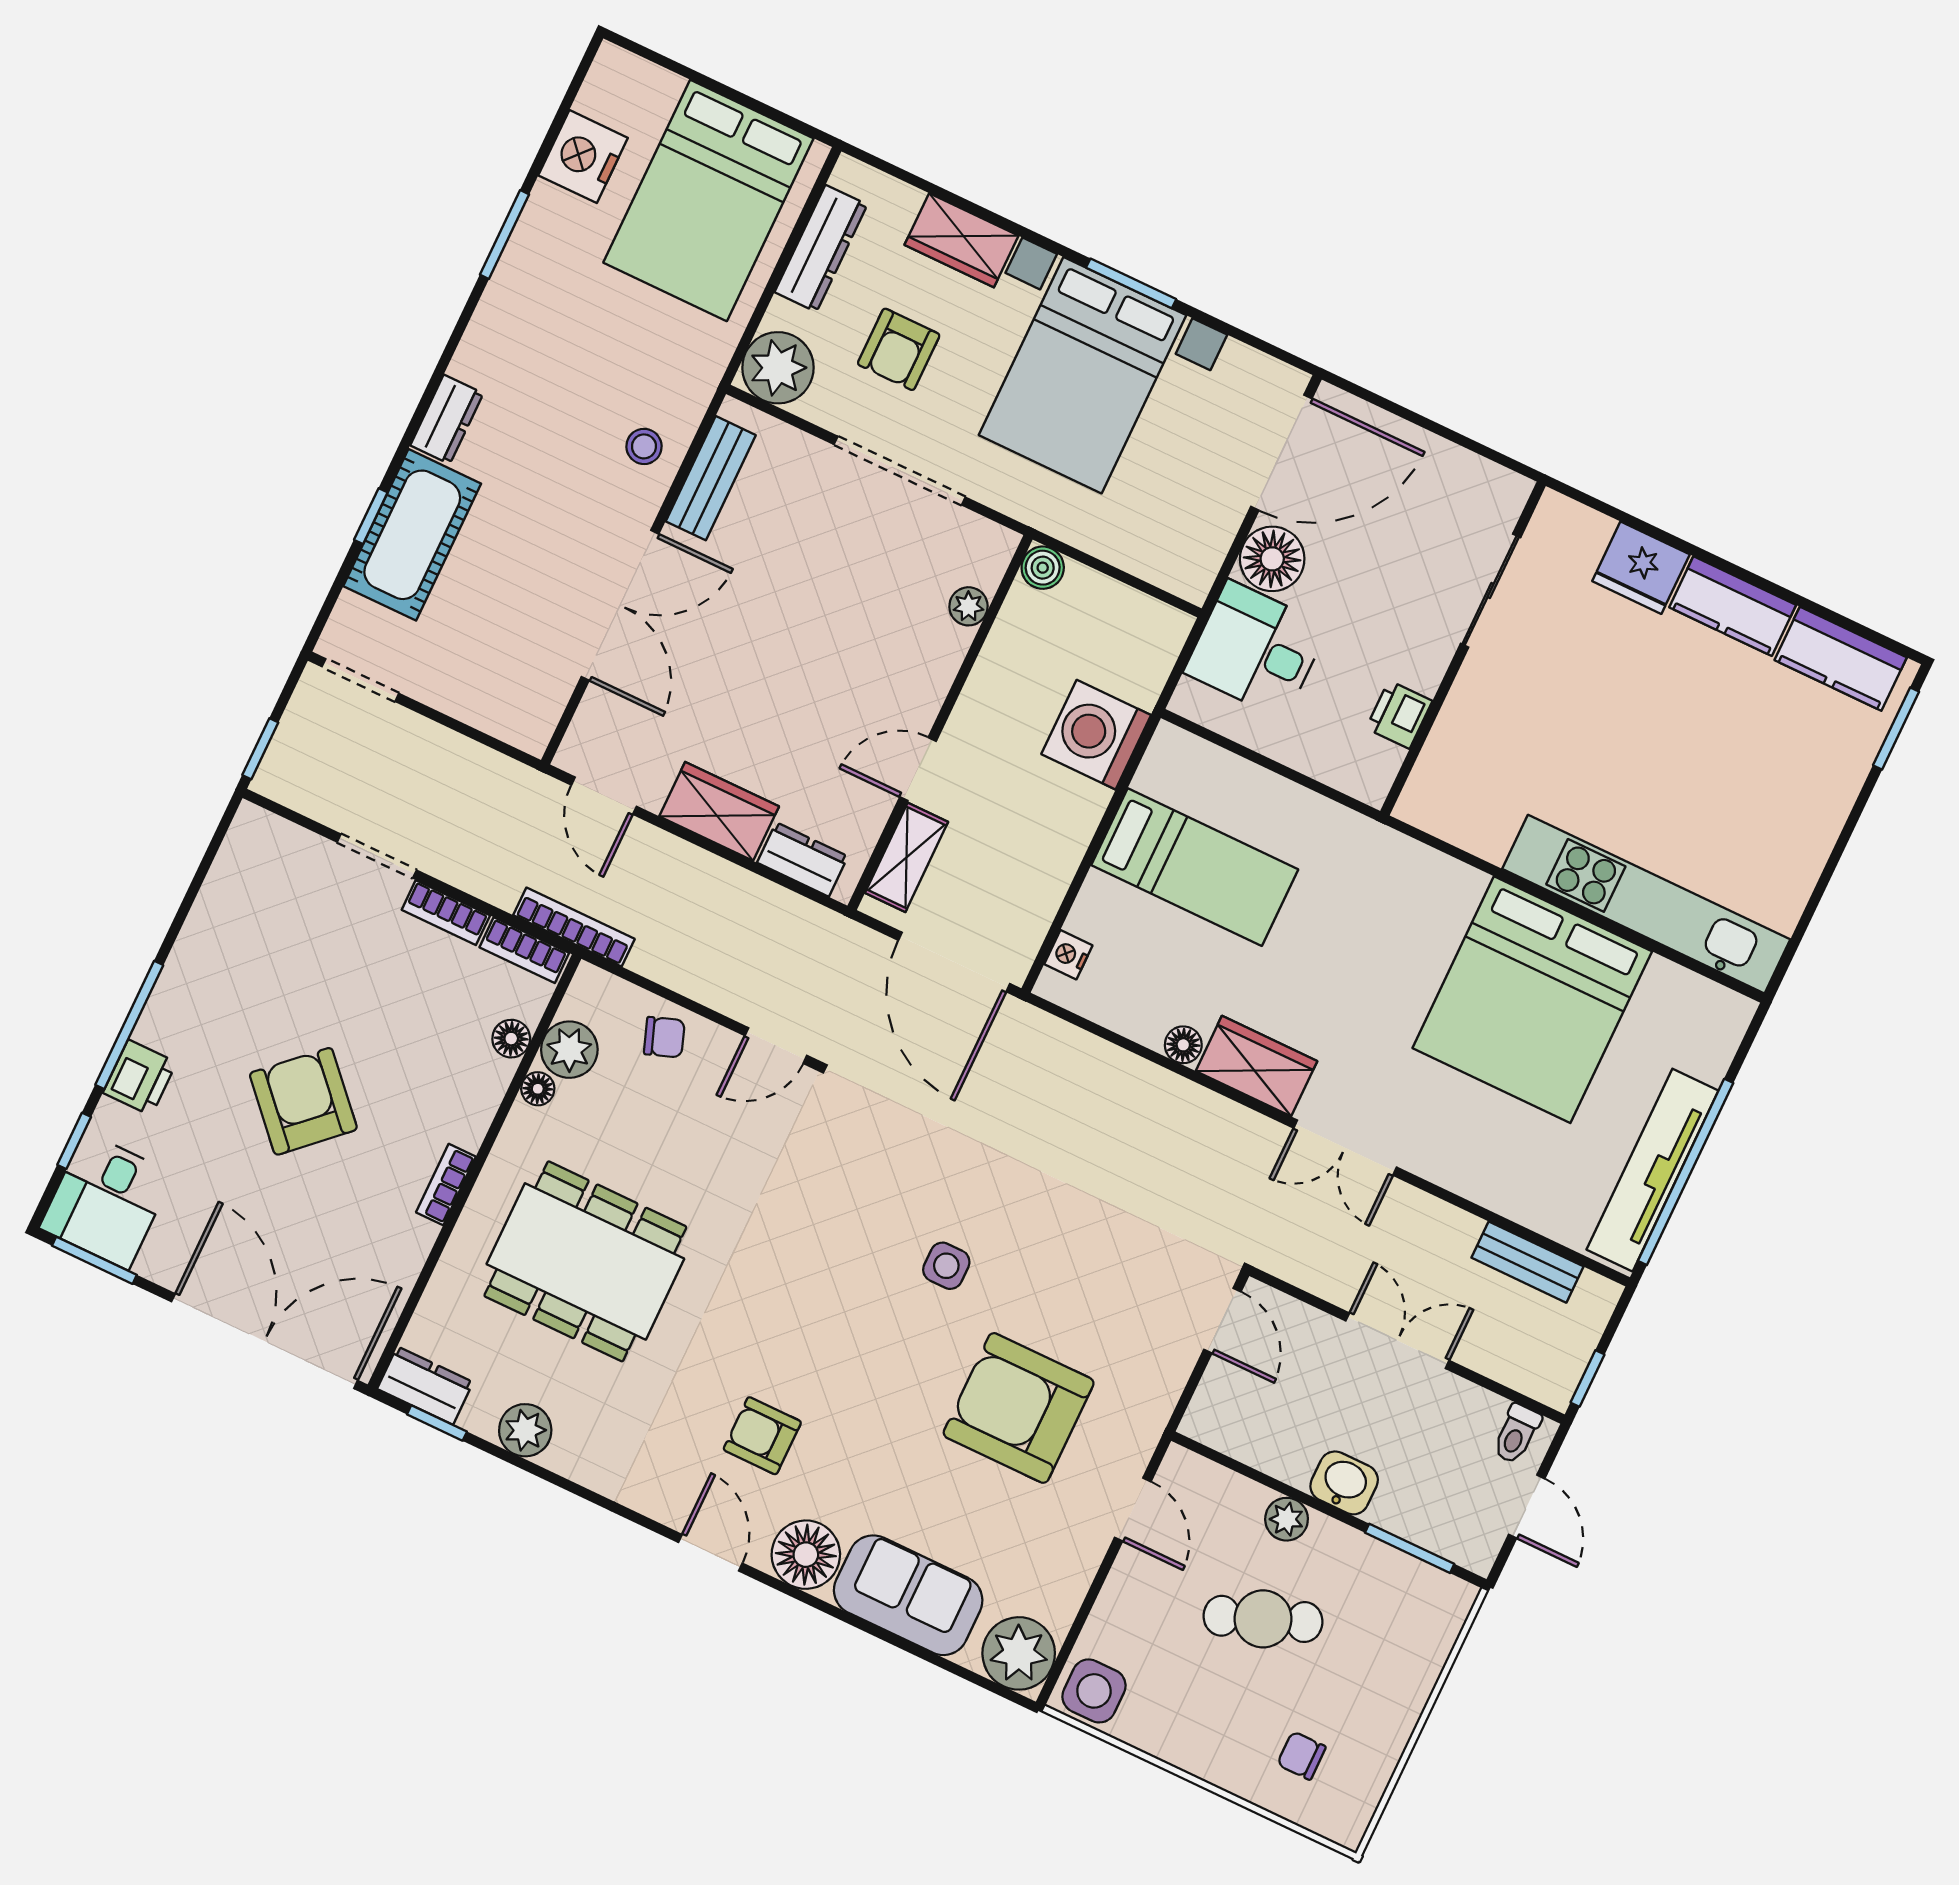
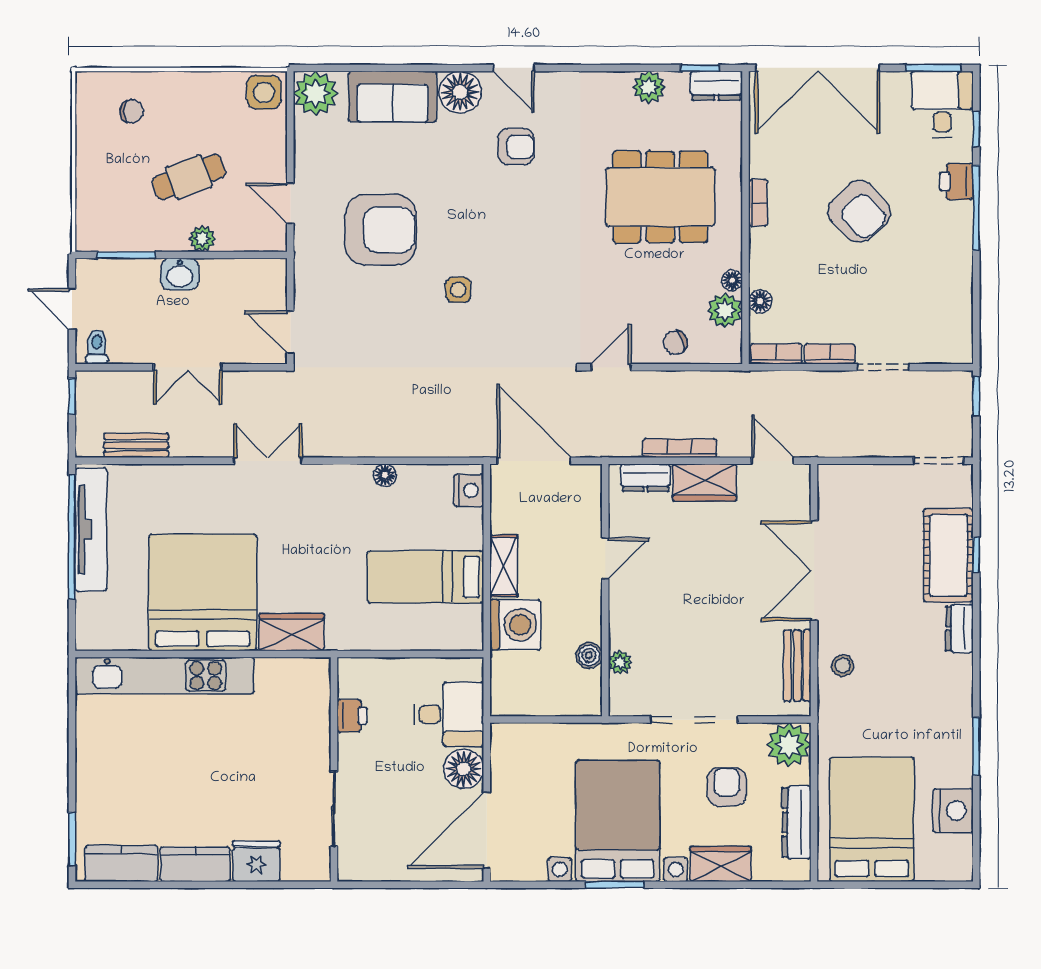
boiler: (1043, 568) -> (589, 655), moved
shelving: (906, 857) -> (504, 566), moved
bookcase: (574, 927) -> (680, 448), moved, turned 180
nightstand: (1068, 955) -> (469, 490), width x1.39, depth x1.35
wardrobe: (1257, 1066) -> (292, 632), moved, turned 180

